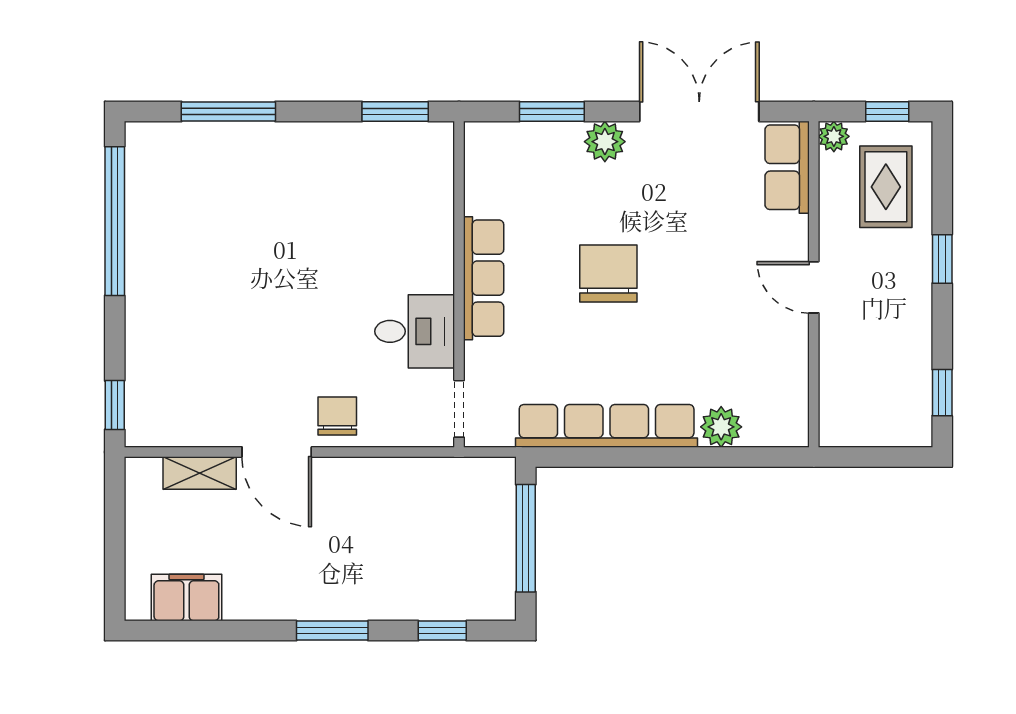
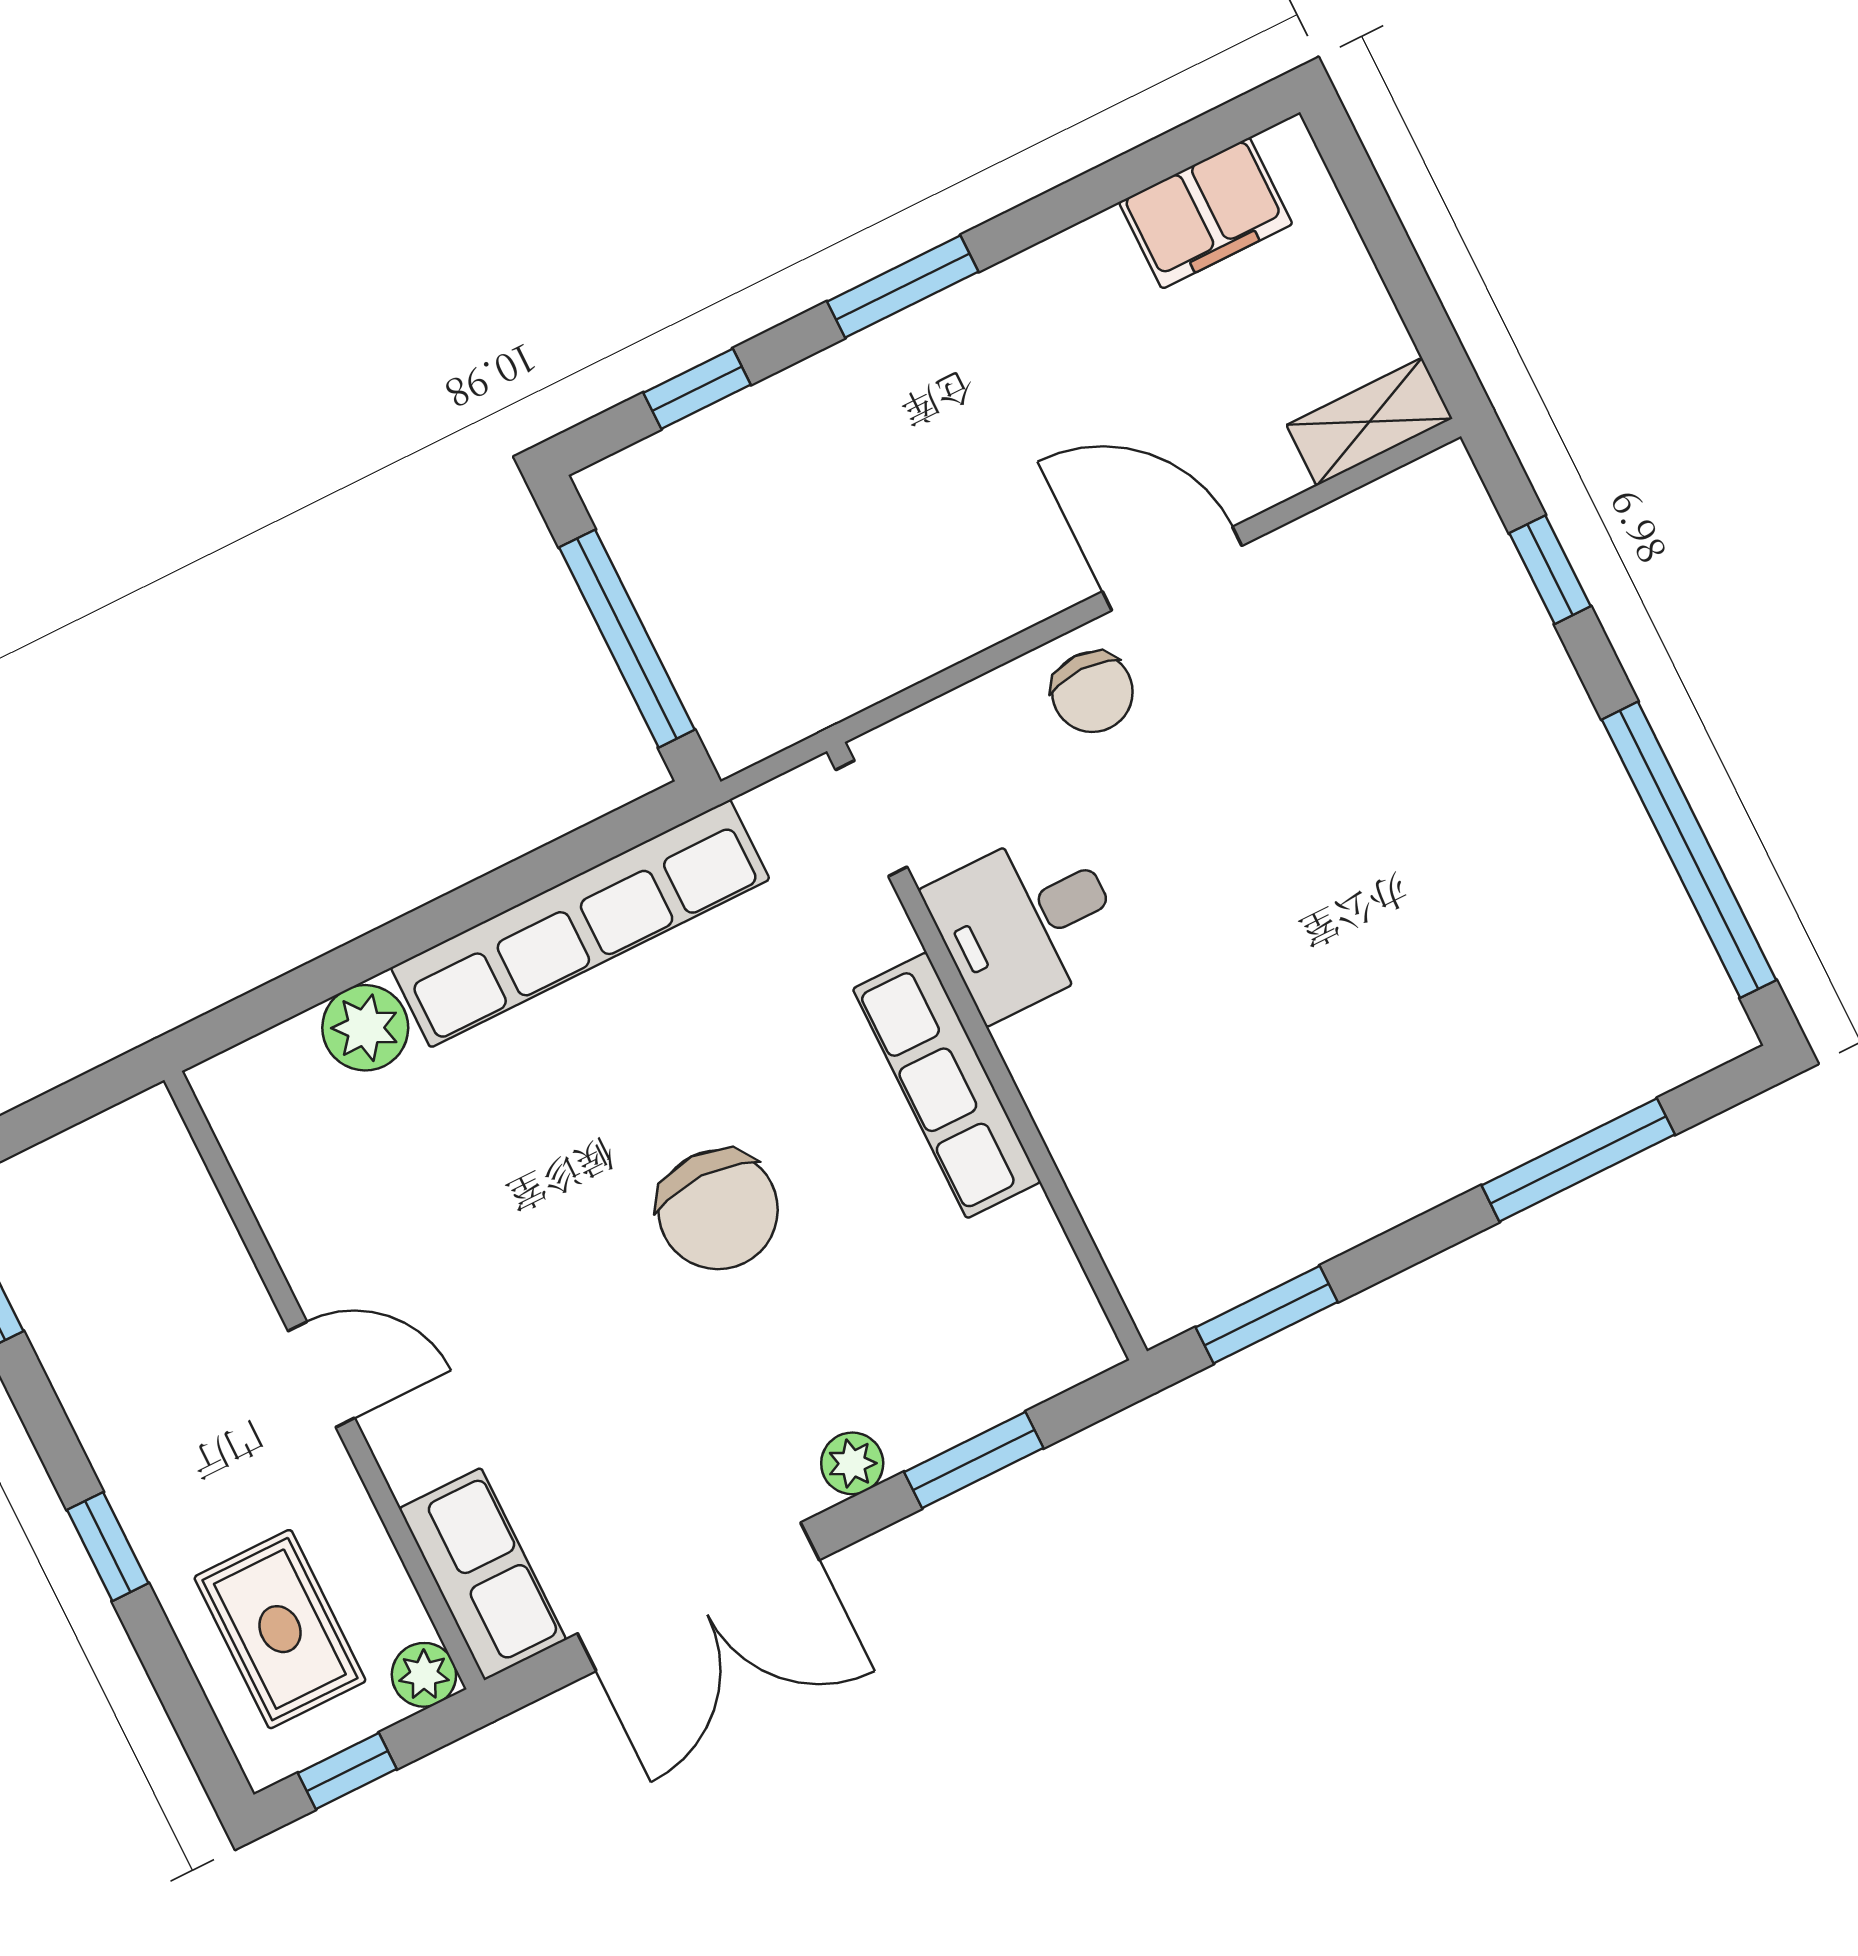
plant: (605, 142) -> (852, 1463), width x0.73, depth x0.73
window: (115, 405) -> (1550, 570), moved
shelving: (200, 473) -> (1369, 422), moved

